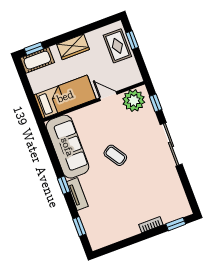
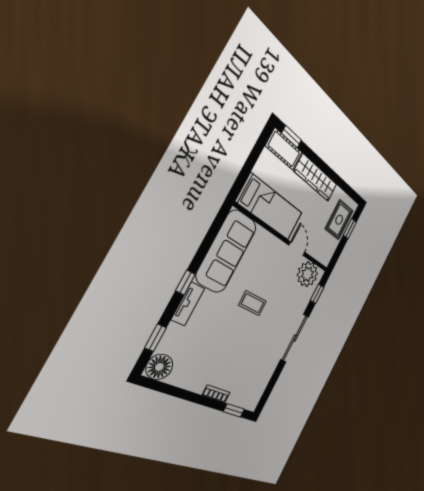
wardrobe: (73, 47) -> (316, 178), width x1.50
coffee table: (115, 155) -> (253, 303), turned -58
floor lamp: (98, 239) -> (159, 367), added

